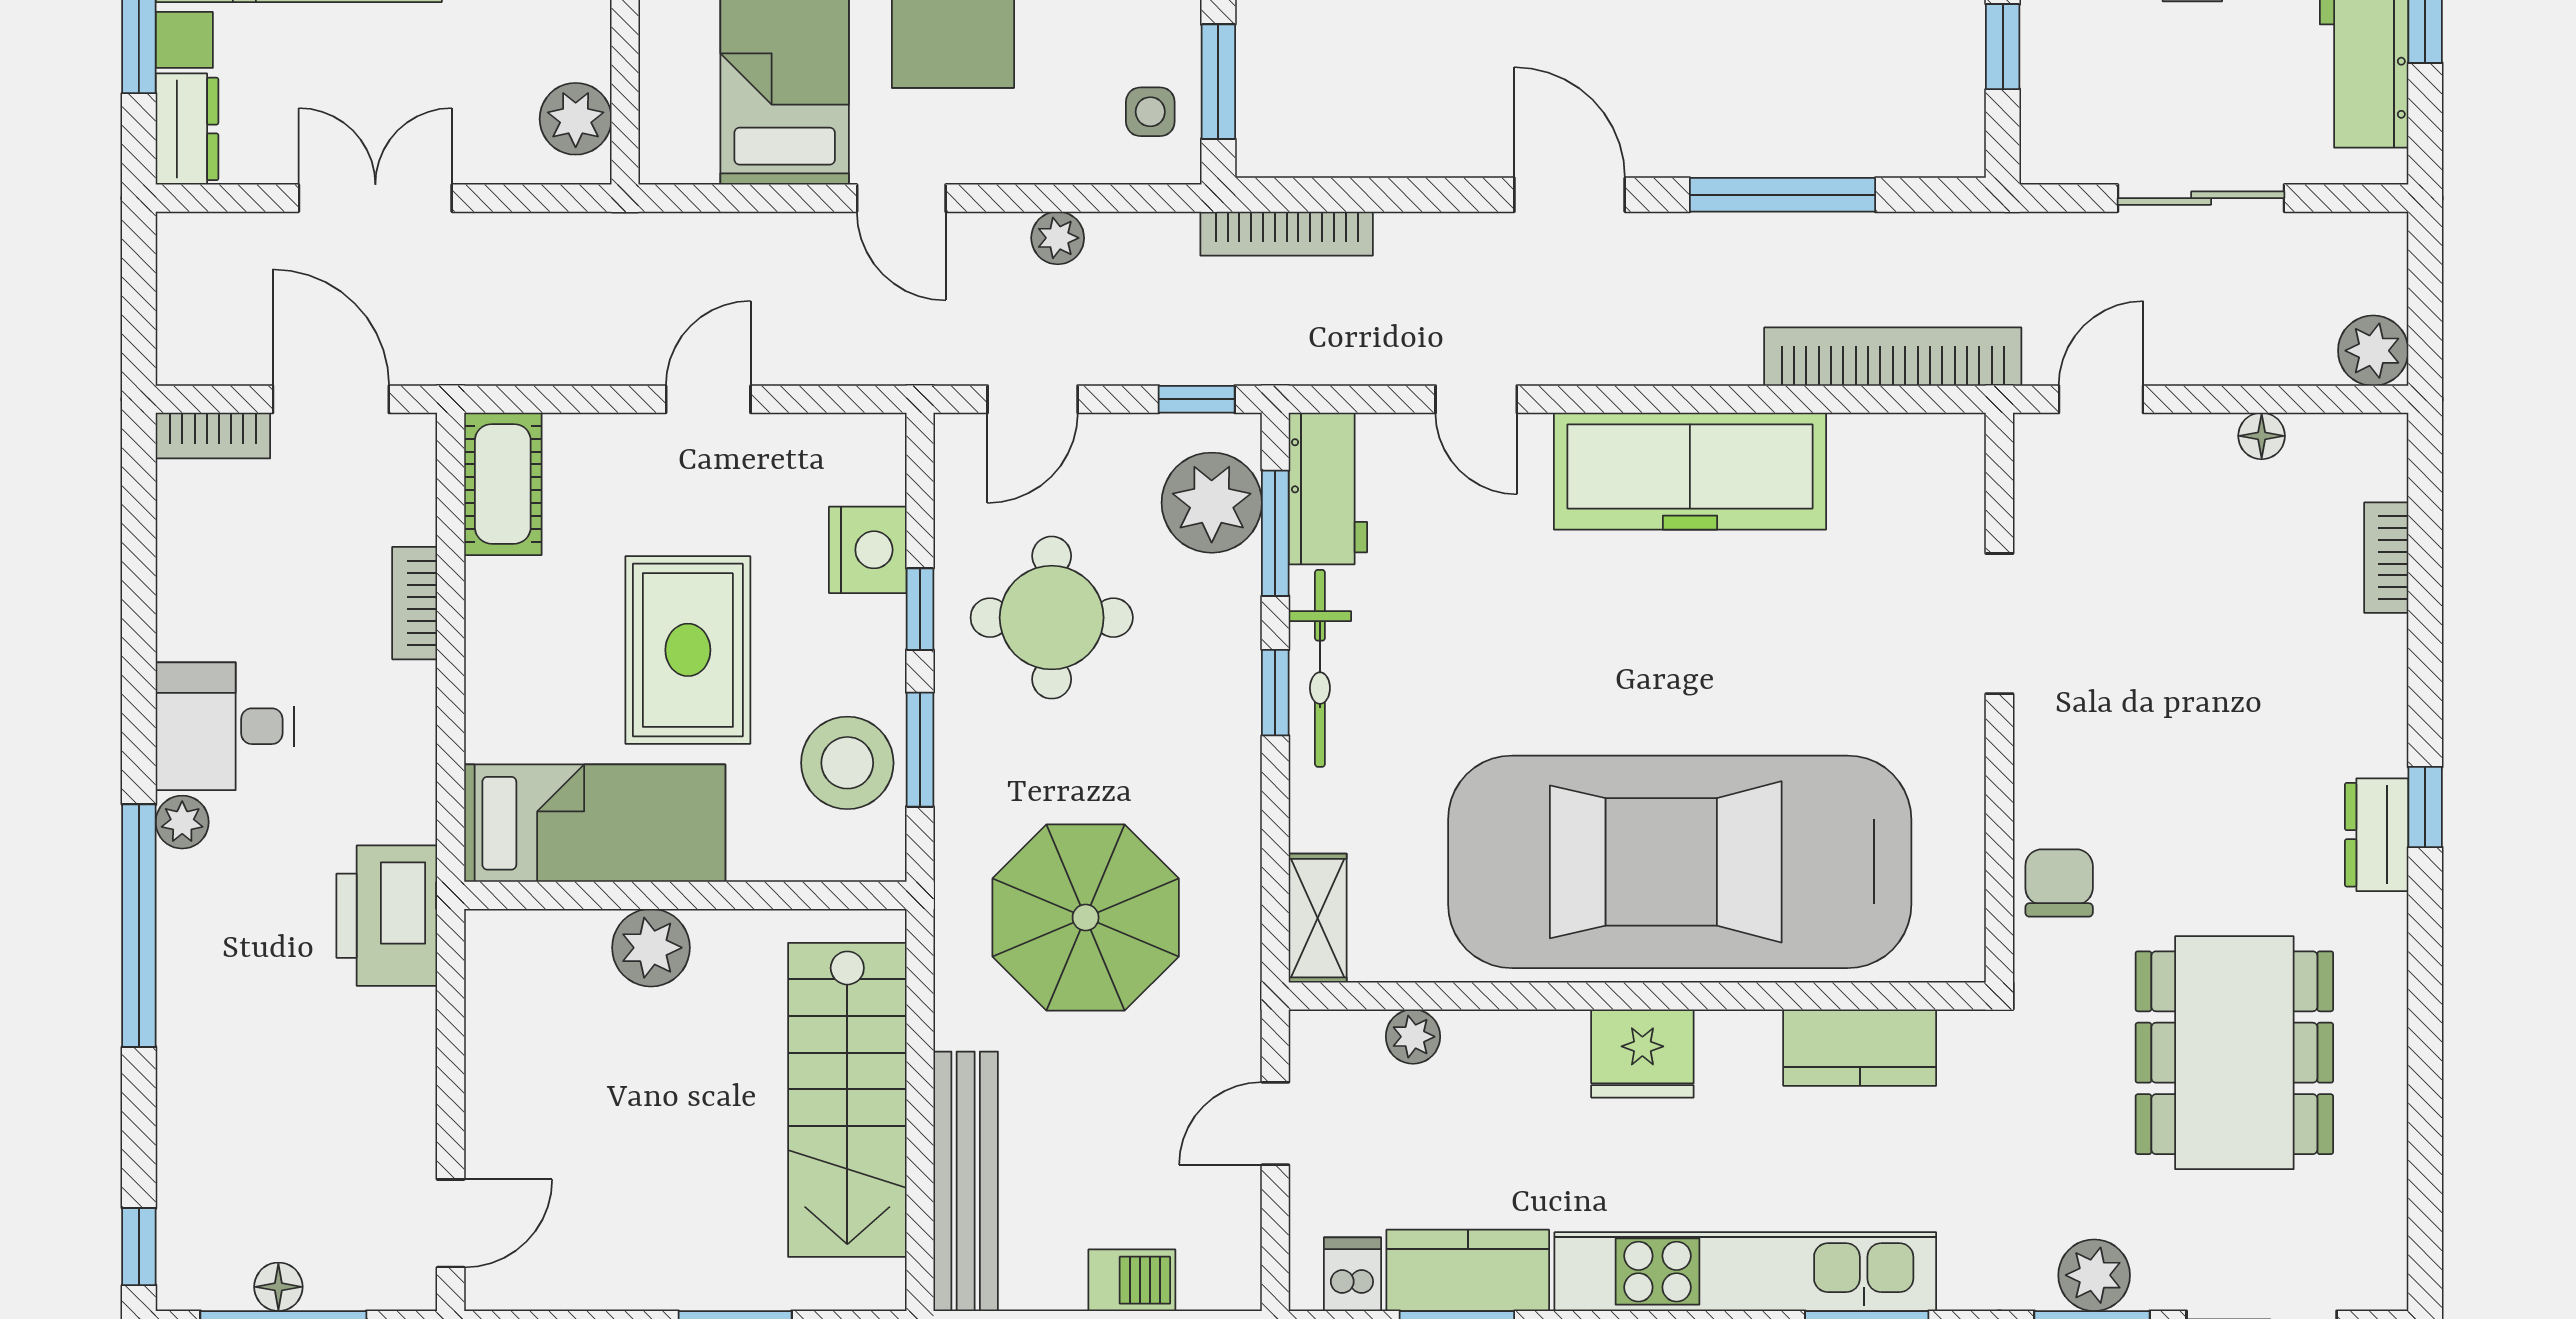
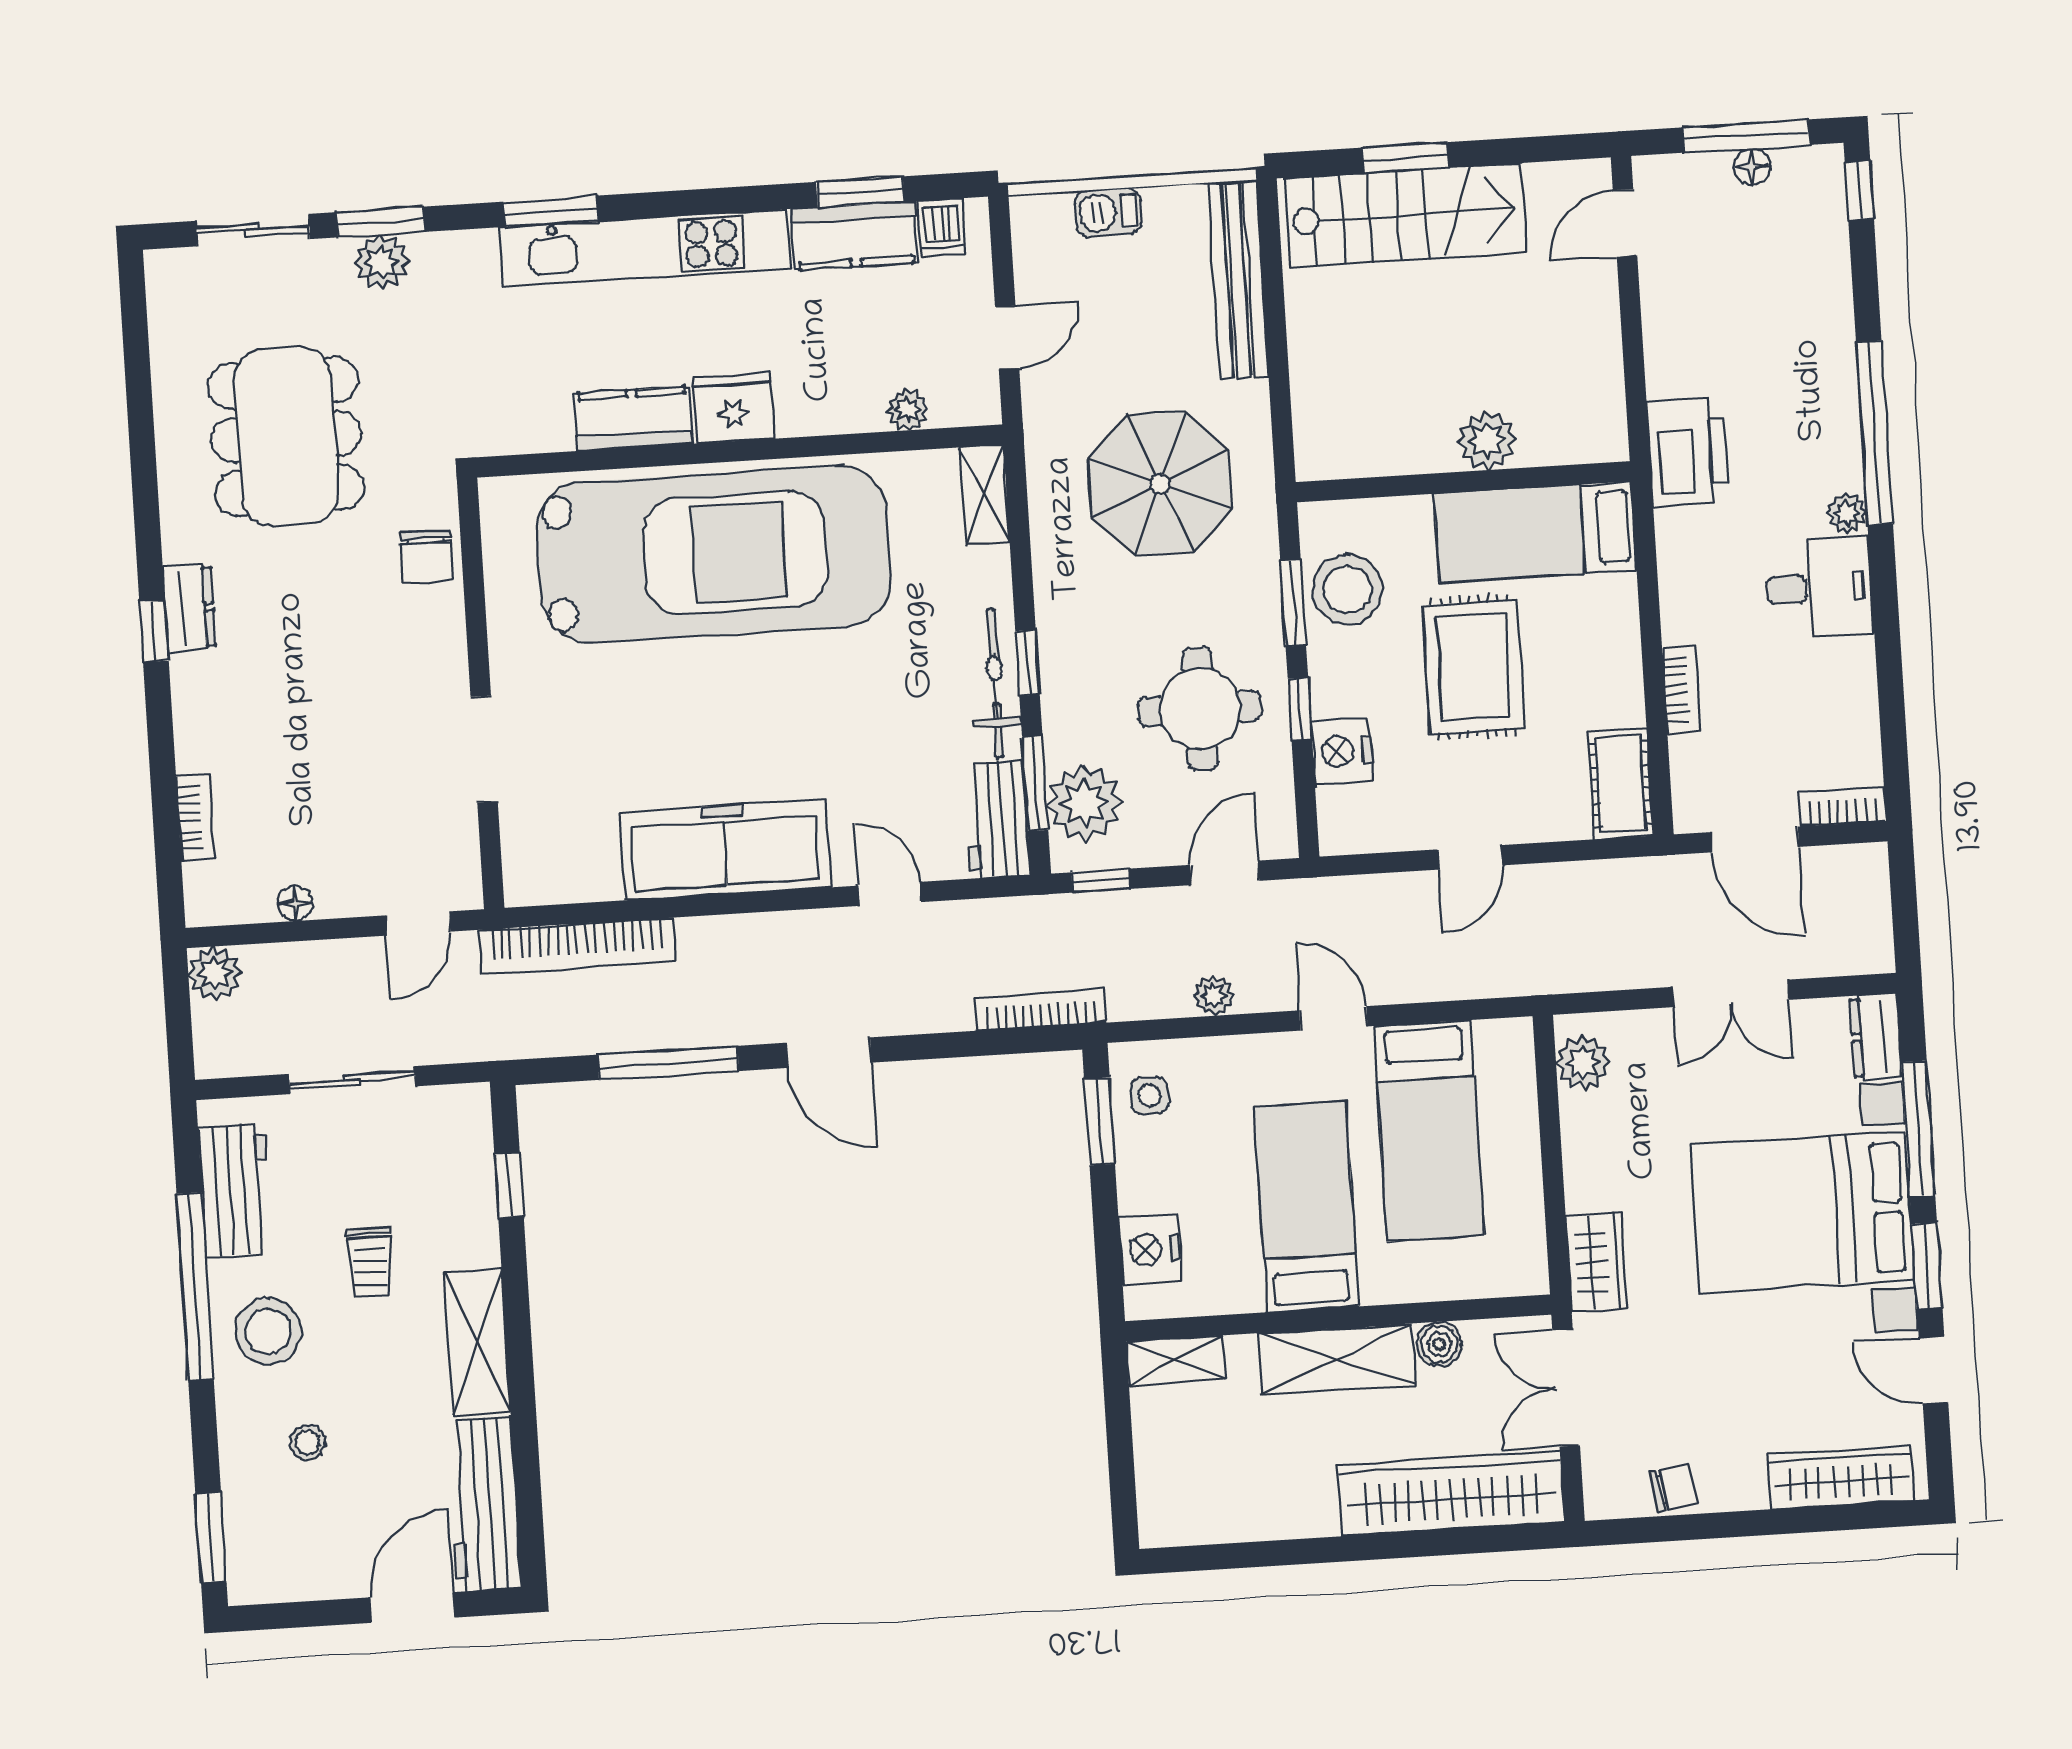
kitchen counter: (1860, 1048) -> (633, 419), moved
stairs: (847, 1100) -> (1406, 215), moved, turned 90

